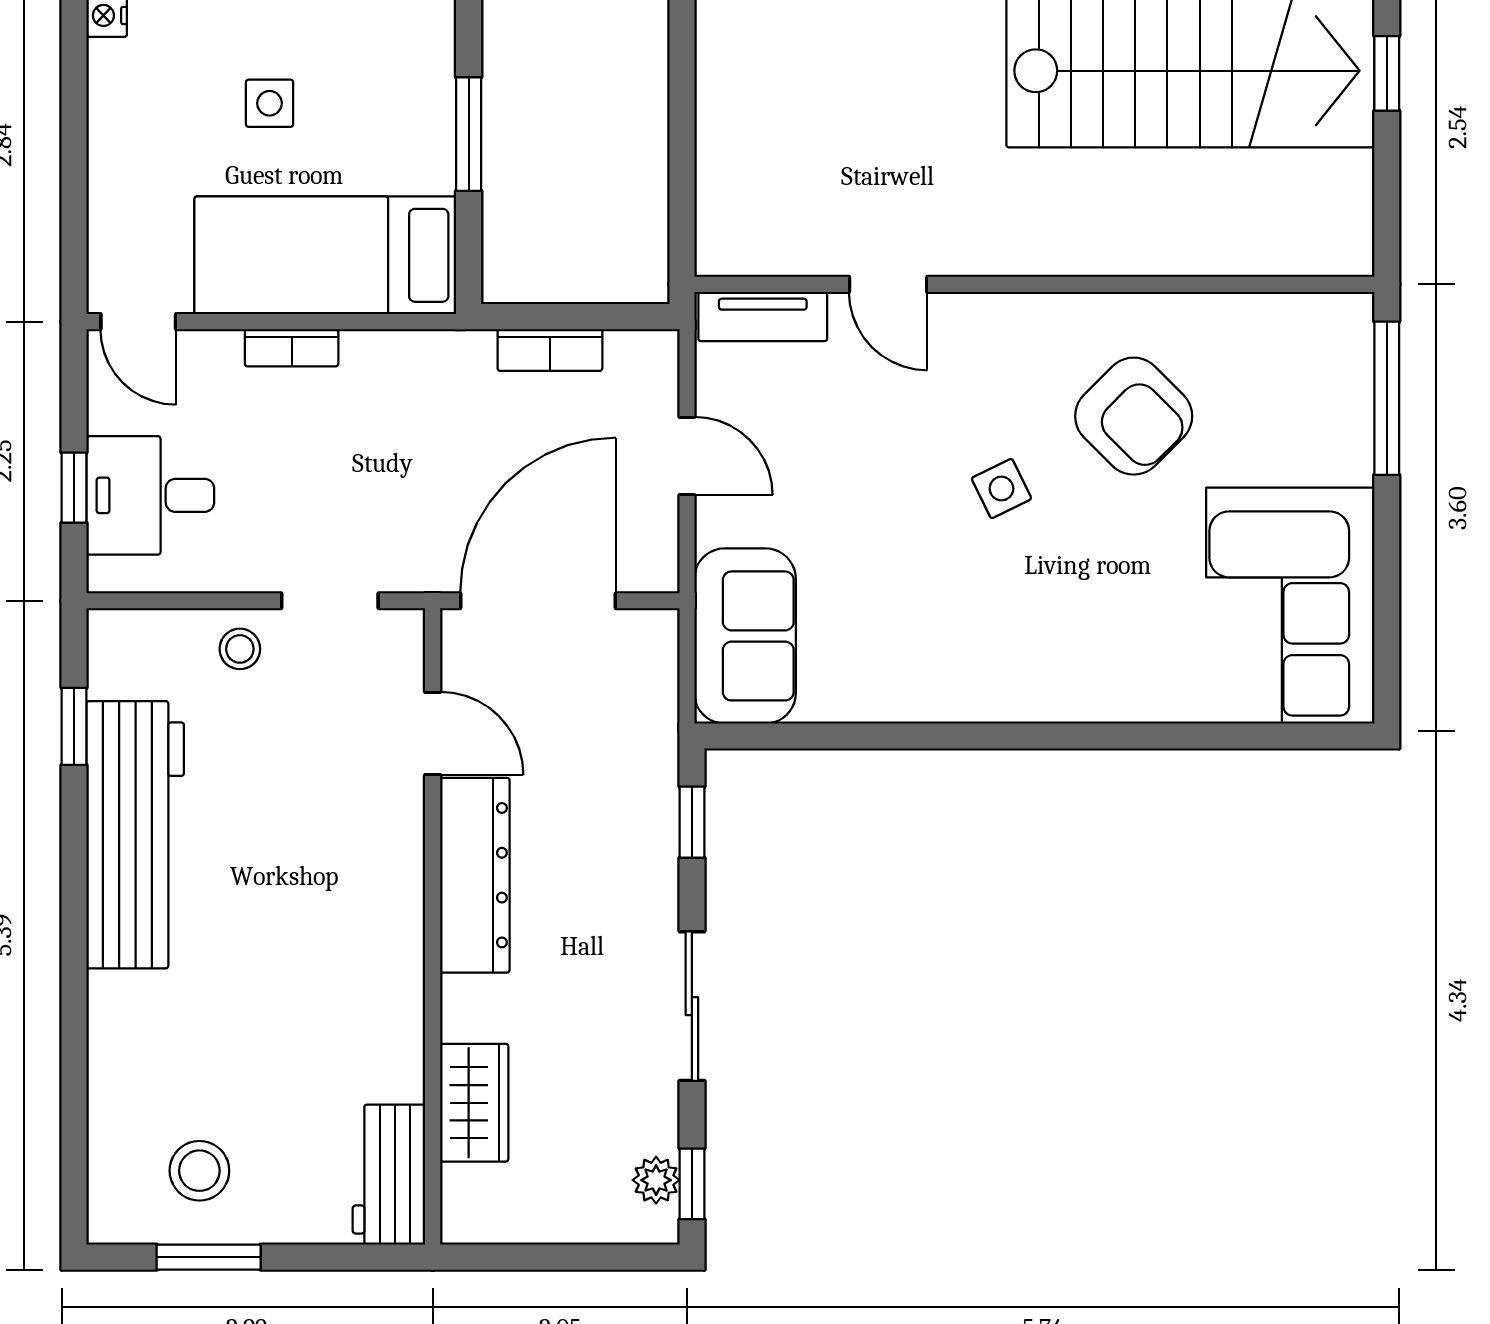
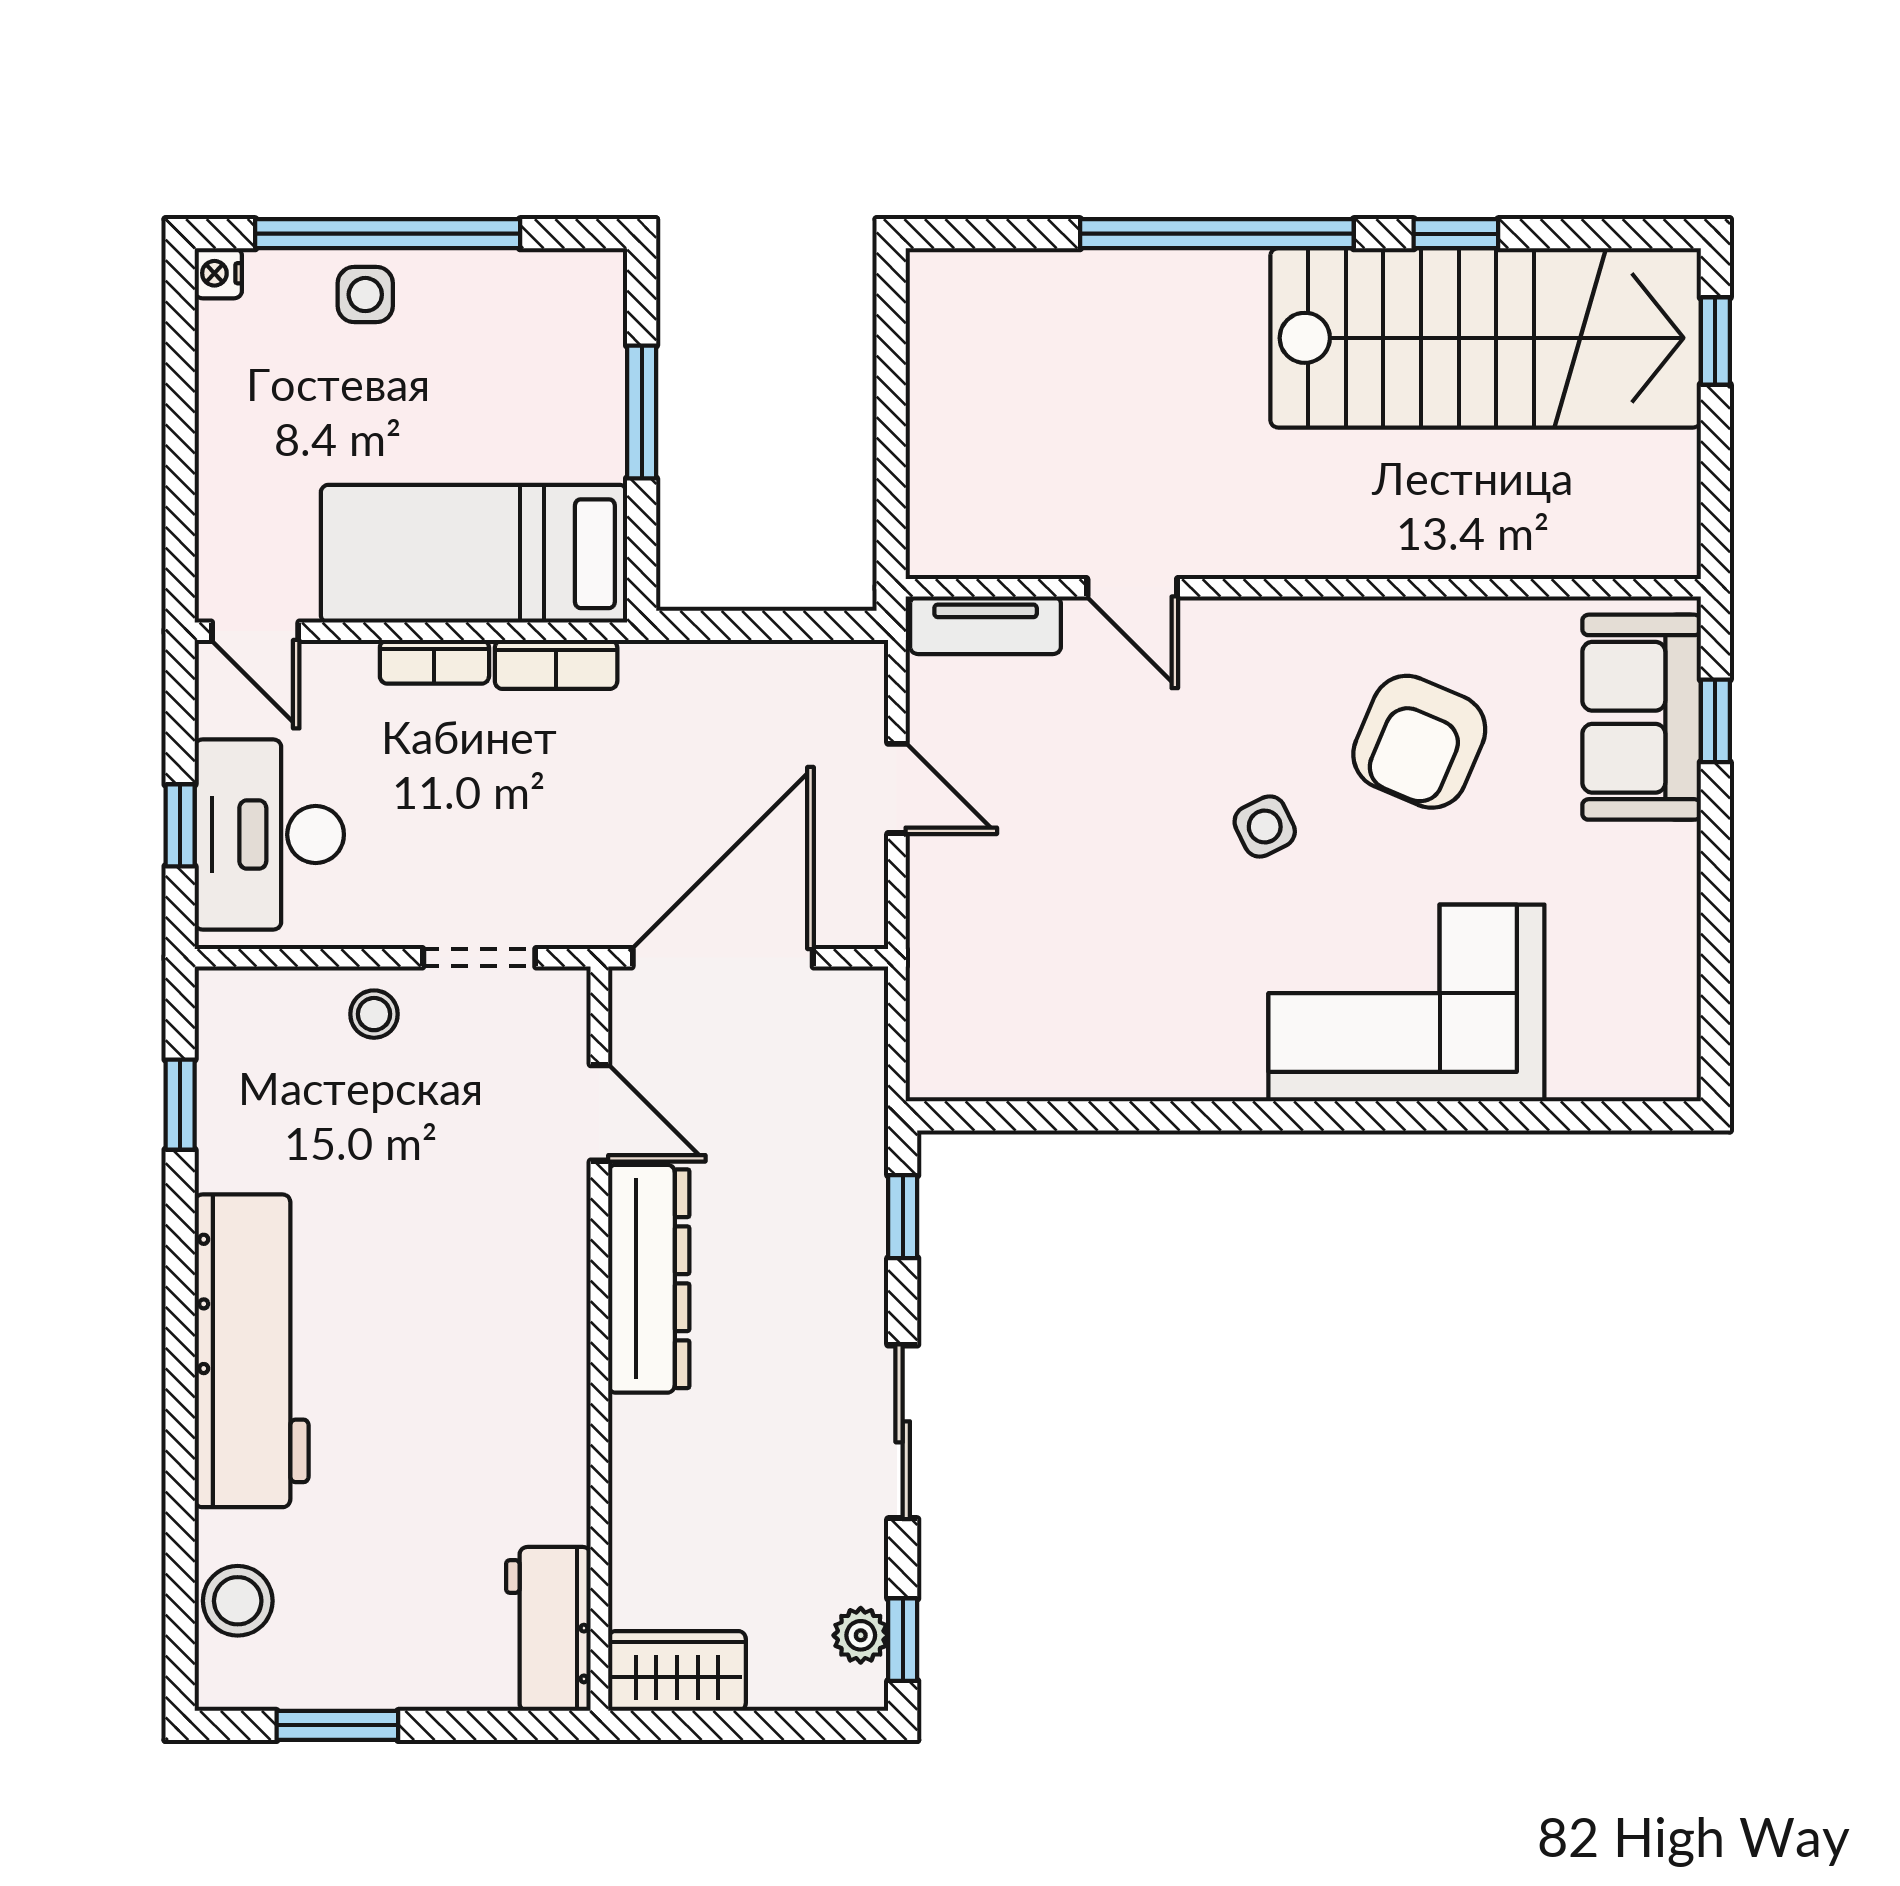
side table: (270, 103) -> (365, 295), moved
bookcase: (550, 350) -> (556, 664), moved
window: (1387, 398) -> (1715, 721), width x0.46
armchair: (1134, 416) -> (1419, 742), turned 68
desk: (150, 495) -> (269, 835), width x1.37
corner sofa: (1290, 606) -> (1406, 1003), moved, turned 90
sofa: (745, 636) -> (1642, 717), moved, turned 180
workbench: (135, 835) -> (252, 1351), moved
wardrobe: (474, 1103) -> (677, 1671), moved, turned -90
stool: (199, 1171) -> (238, 1601), moved

